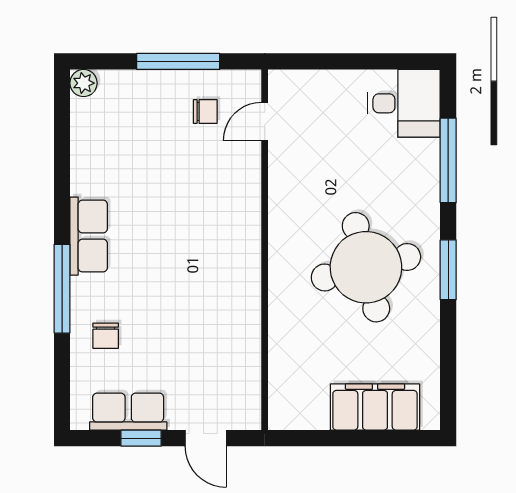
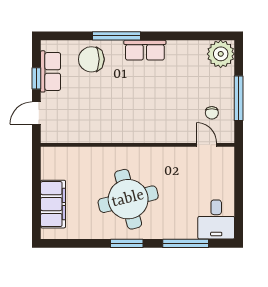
plant: (84, 83) -> (221, 54), width x1.88, depth x1.88
chair: (106, 336) -> (91, 59), width x1.87, depth x1.87

